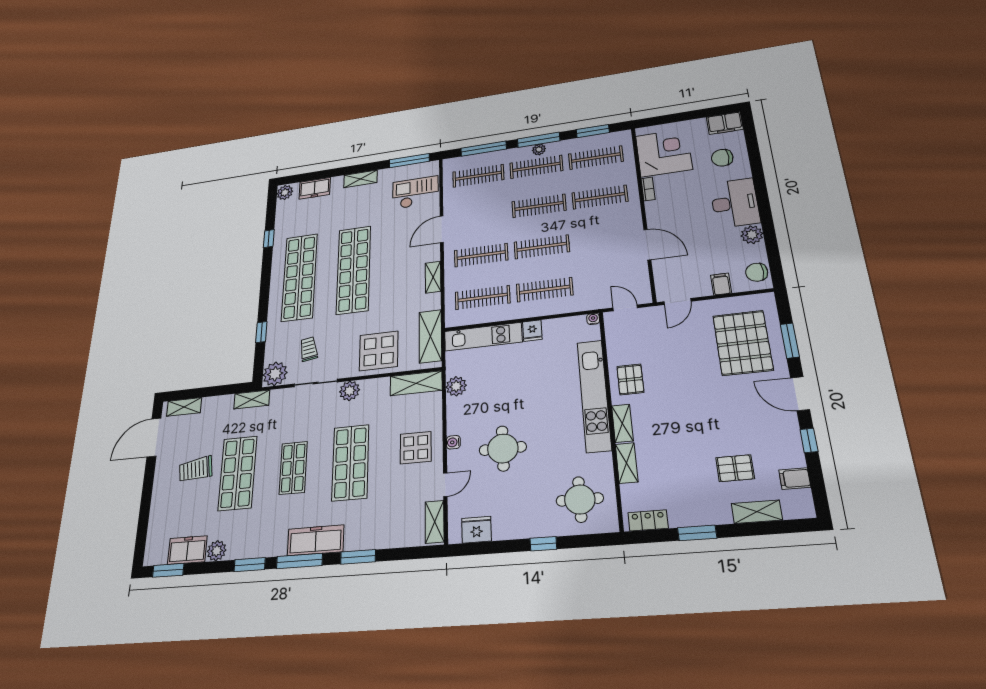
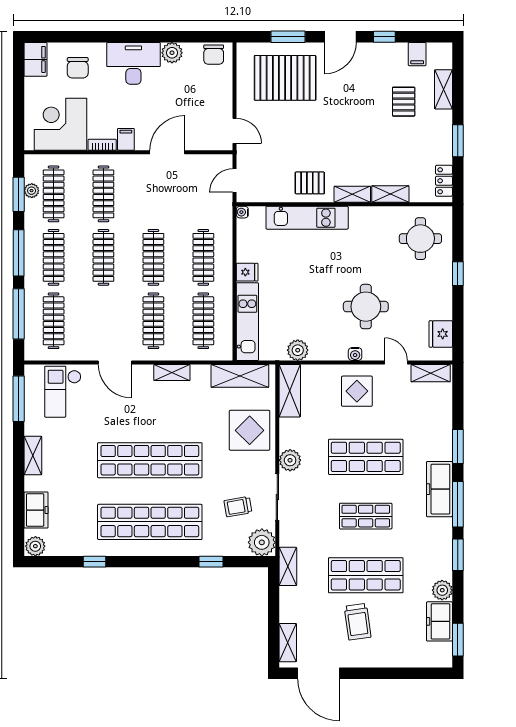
plant: (539, 149) -> (32, 191), moved
filing cabinet: (721, 284) -> (126, 139), moved, turned 90
kitchen unit: (594, 395) -> (307, 218), width x0.73

